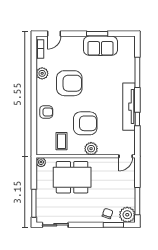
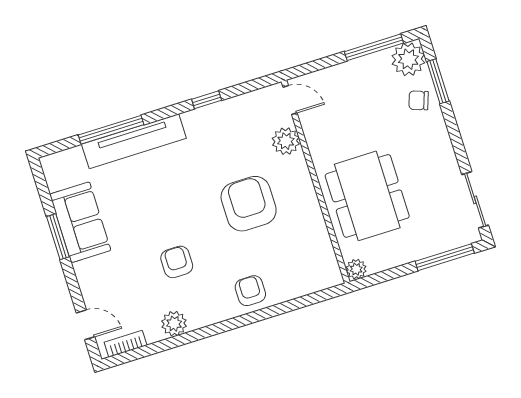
armchair: (69, 83) -> (177, 262), width x0.53, depth x0.53
tv unit: (129, 107) -> (134, 141), moved
coffee table: (61, 141) -> (300, 241), removed
plant: (91, 149) -> (286, 141), moved

